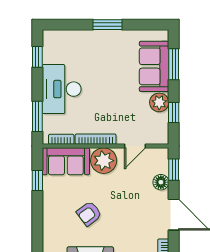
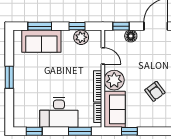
plant: (159, 102) -> (81, 37), moved

